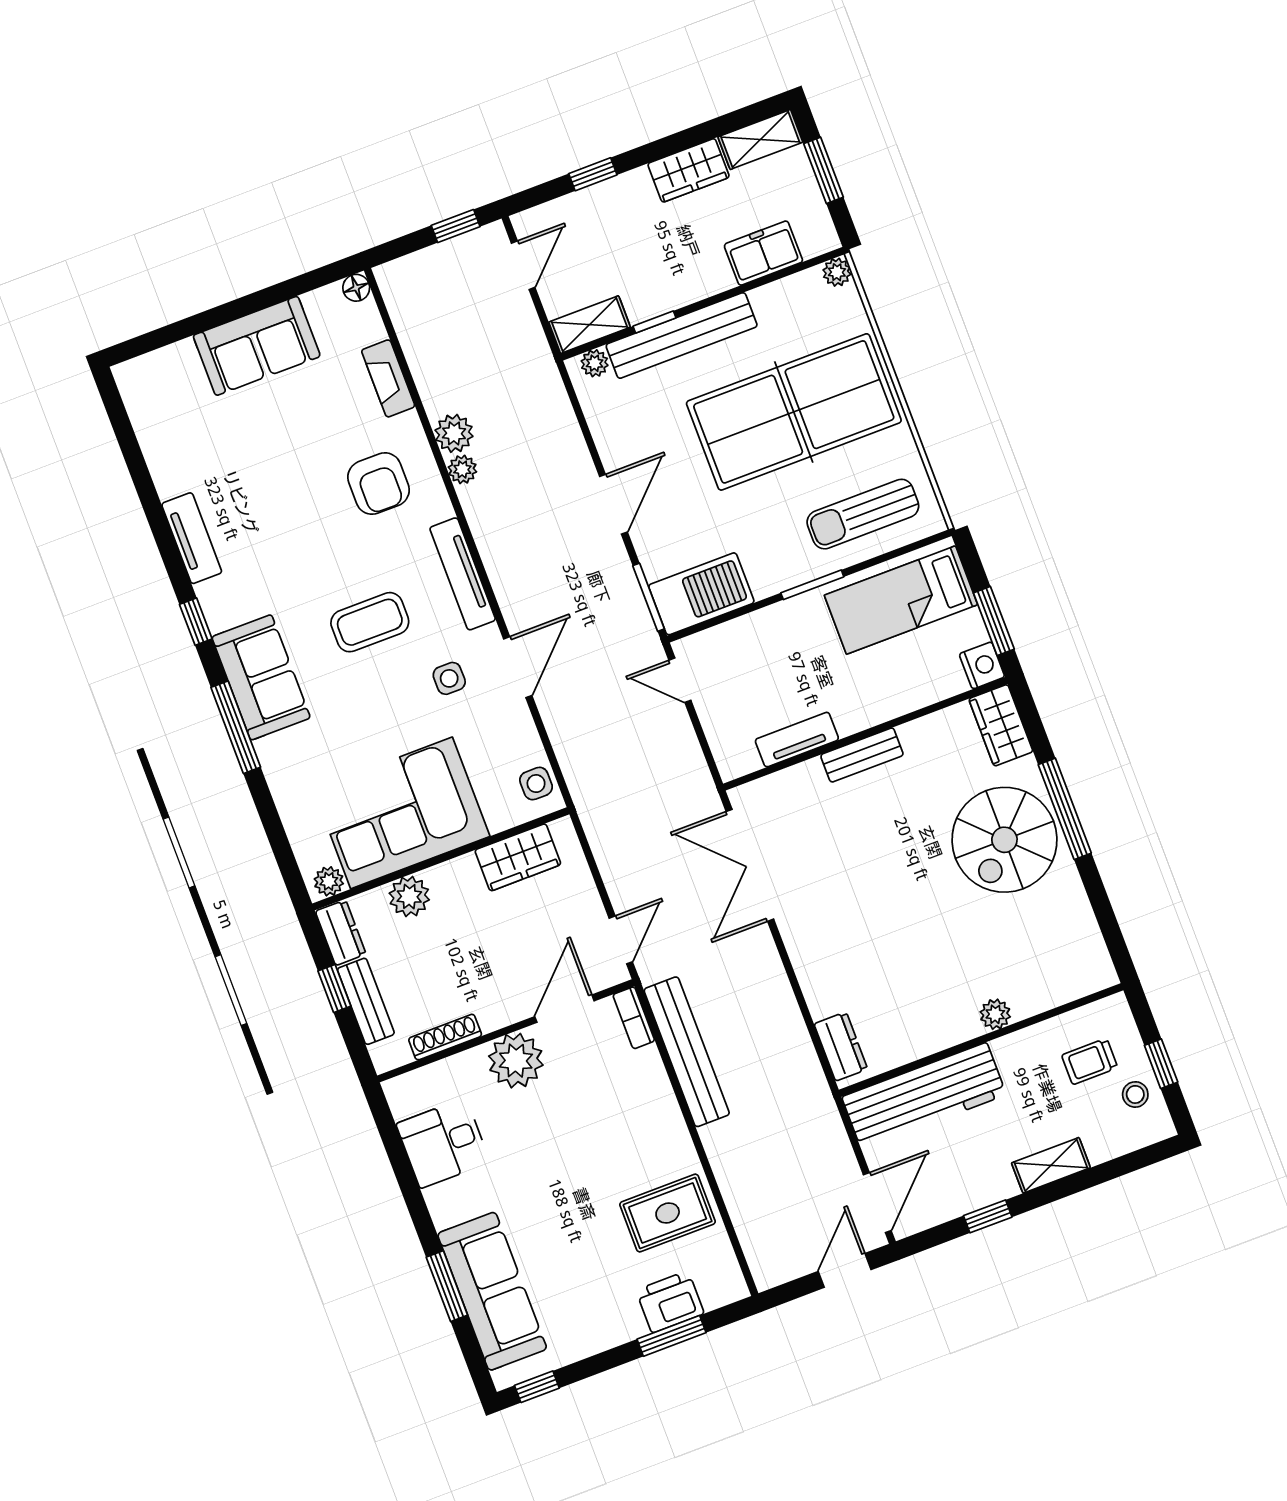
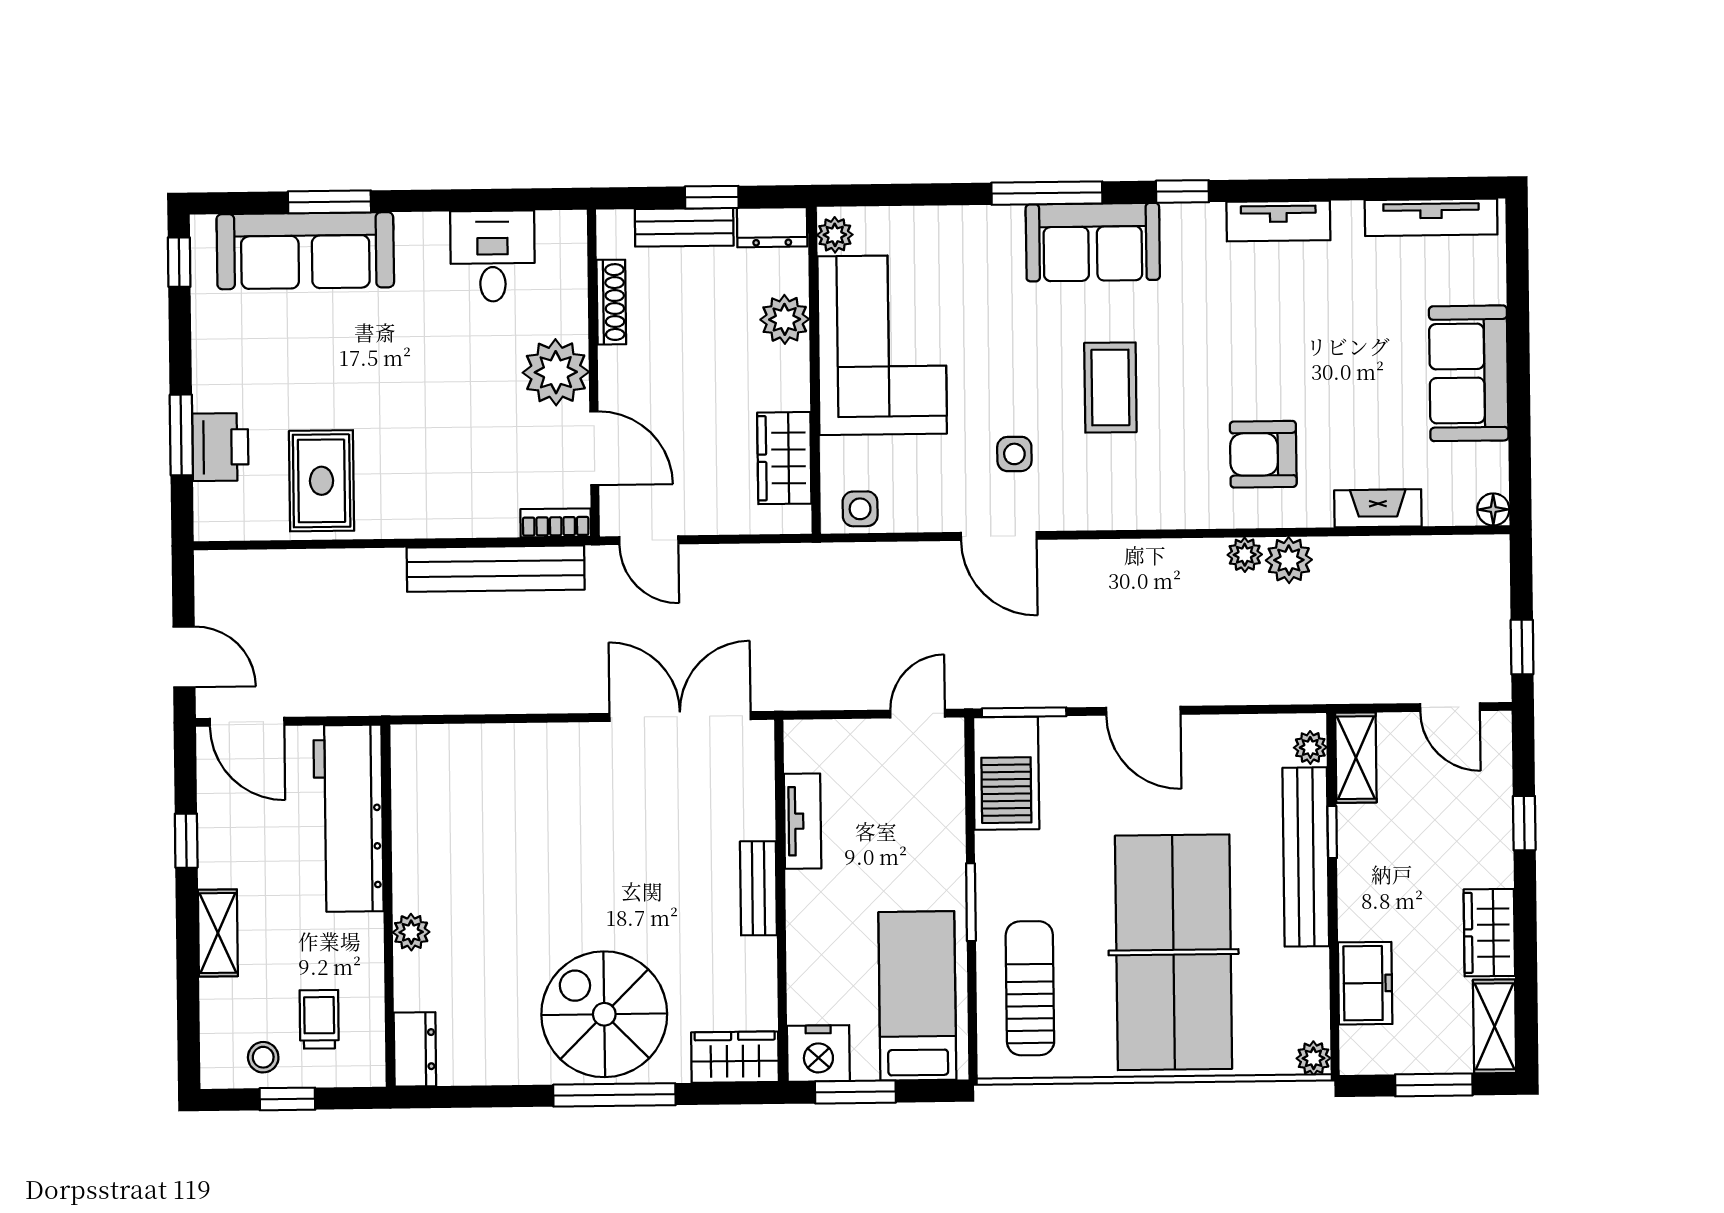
tv unit: (463, 574) -> (1431, 217), moved, turned 180
nightstand: (982, 665) -> (818, 1053), width x1.36, depth x1.33
dresser: (841, 1046) -> (415, 1049), moved, turned -90

